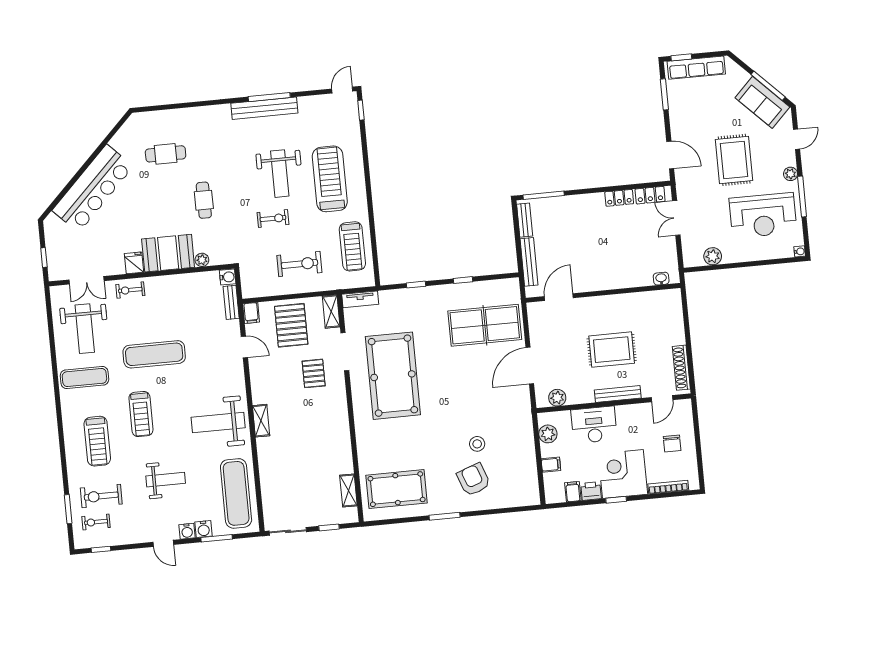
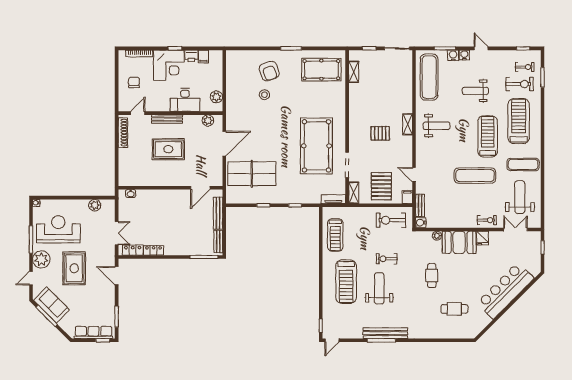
plant: (791, 174) -> (41, 259), width x1.87, depth x1.87
treadmill: (352, 246) -> (335, 235), turned 180
exercise bike: (299, 264) -> (391, 220), moved
pallet: (314, 373) -> (380, 133), moved, turned 90
treadmill: (141, 414) -> (488, 136), width x1.37, depth x1.38
weight bench: (218, 423) -> (437, 126), width x0.73, depth x0.75
treadmill: (97, 441) -> (519, 121), width x1.37, depth x1.38
filing cabinet: (551, 465) -> (216, 76), removed

